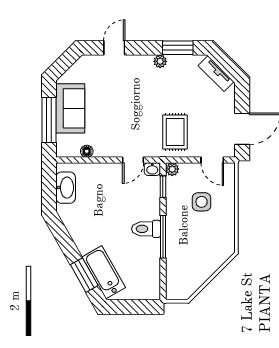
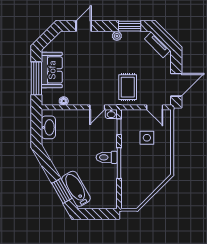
plant: (172, 169) -> (126, 114), removed

